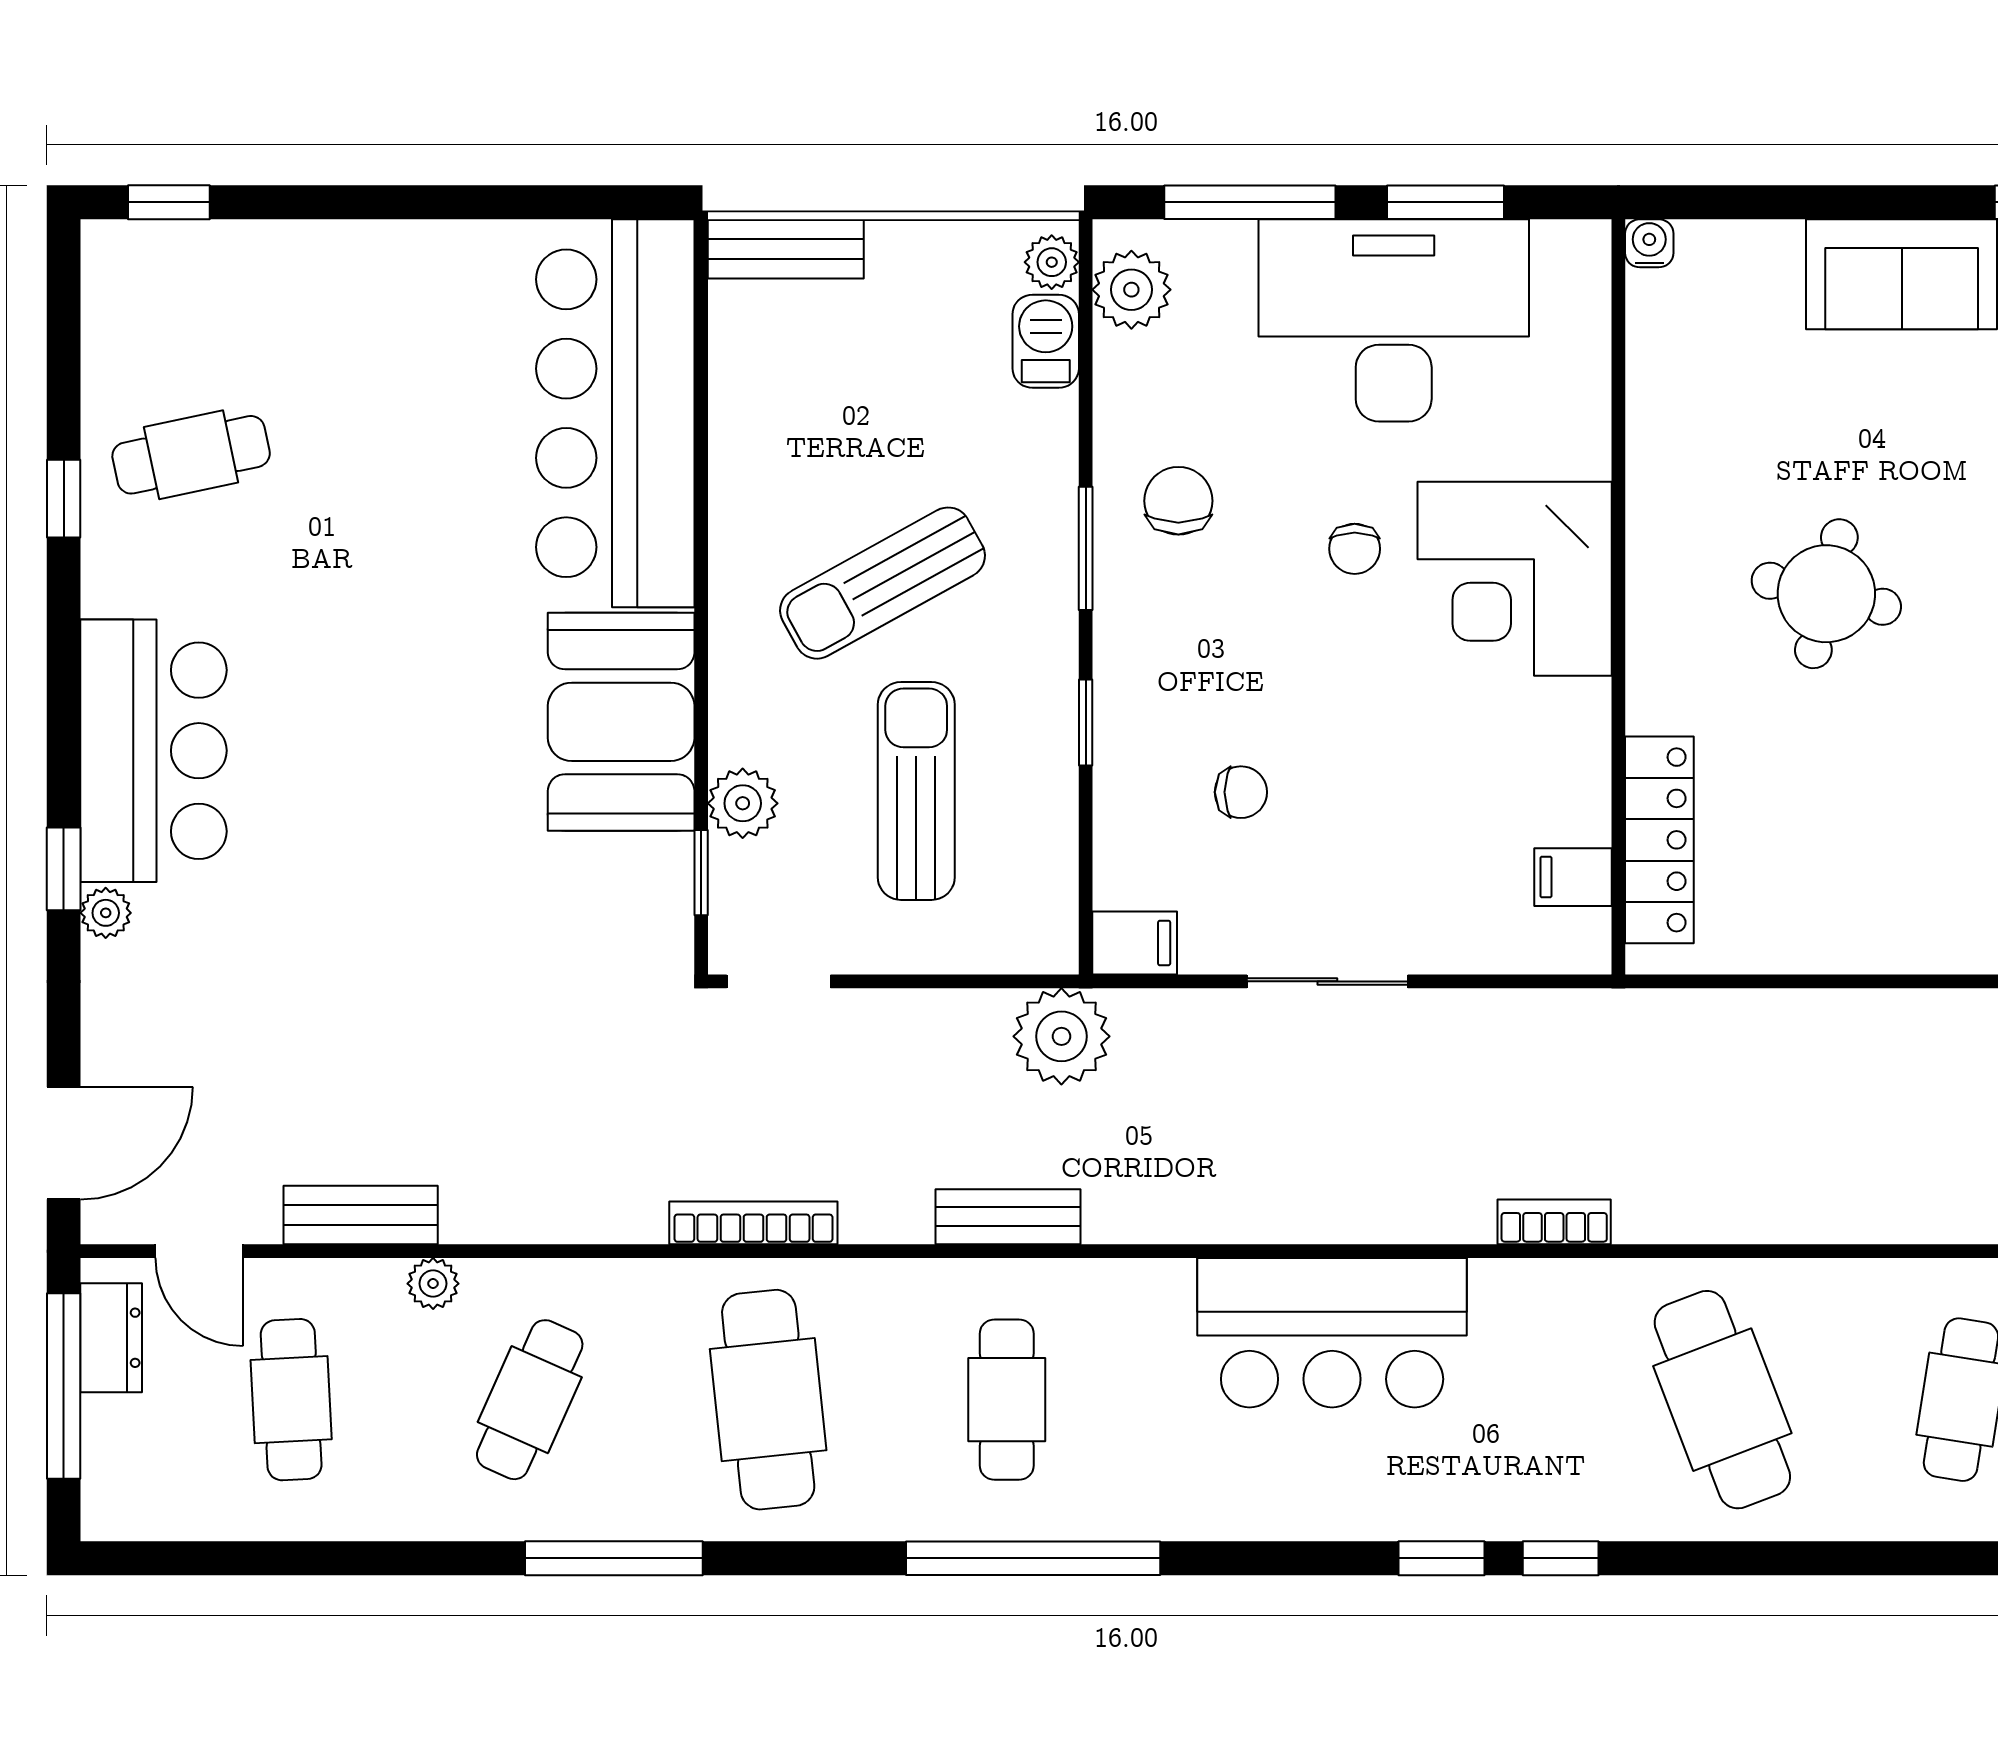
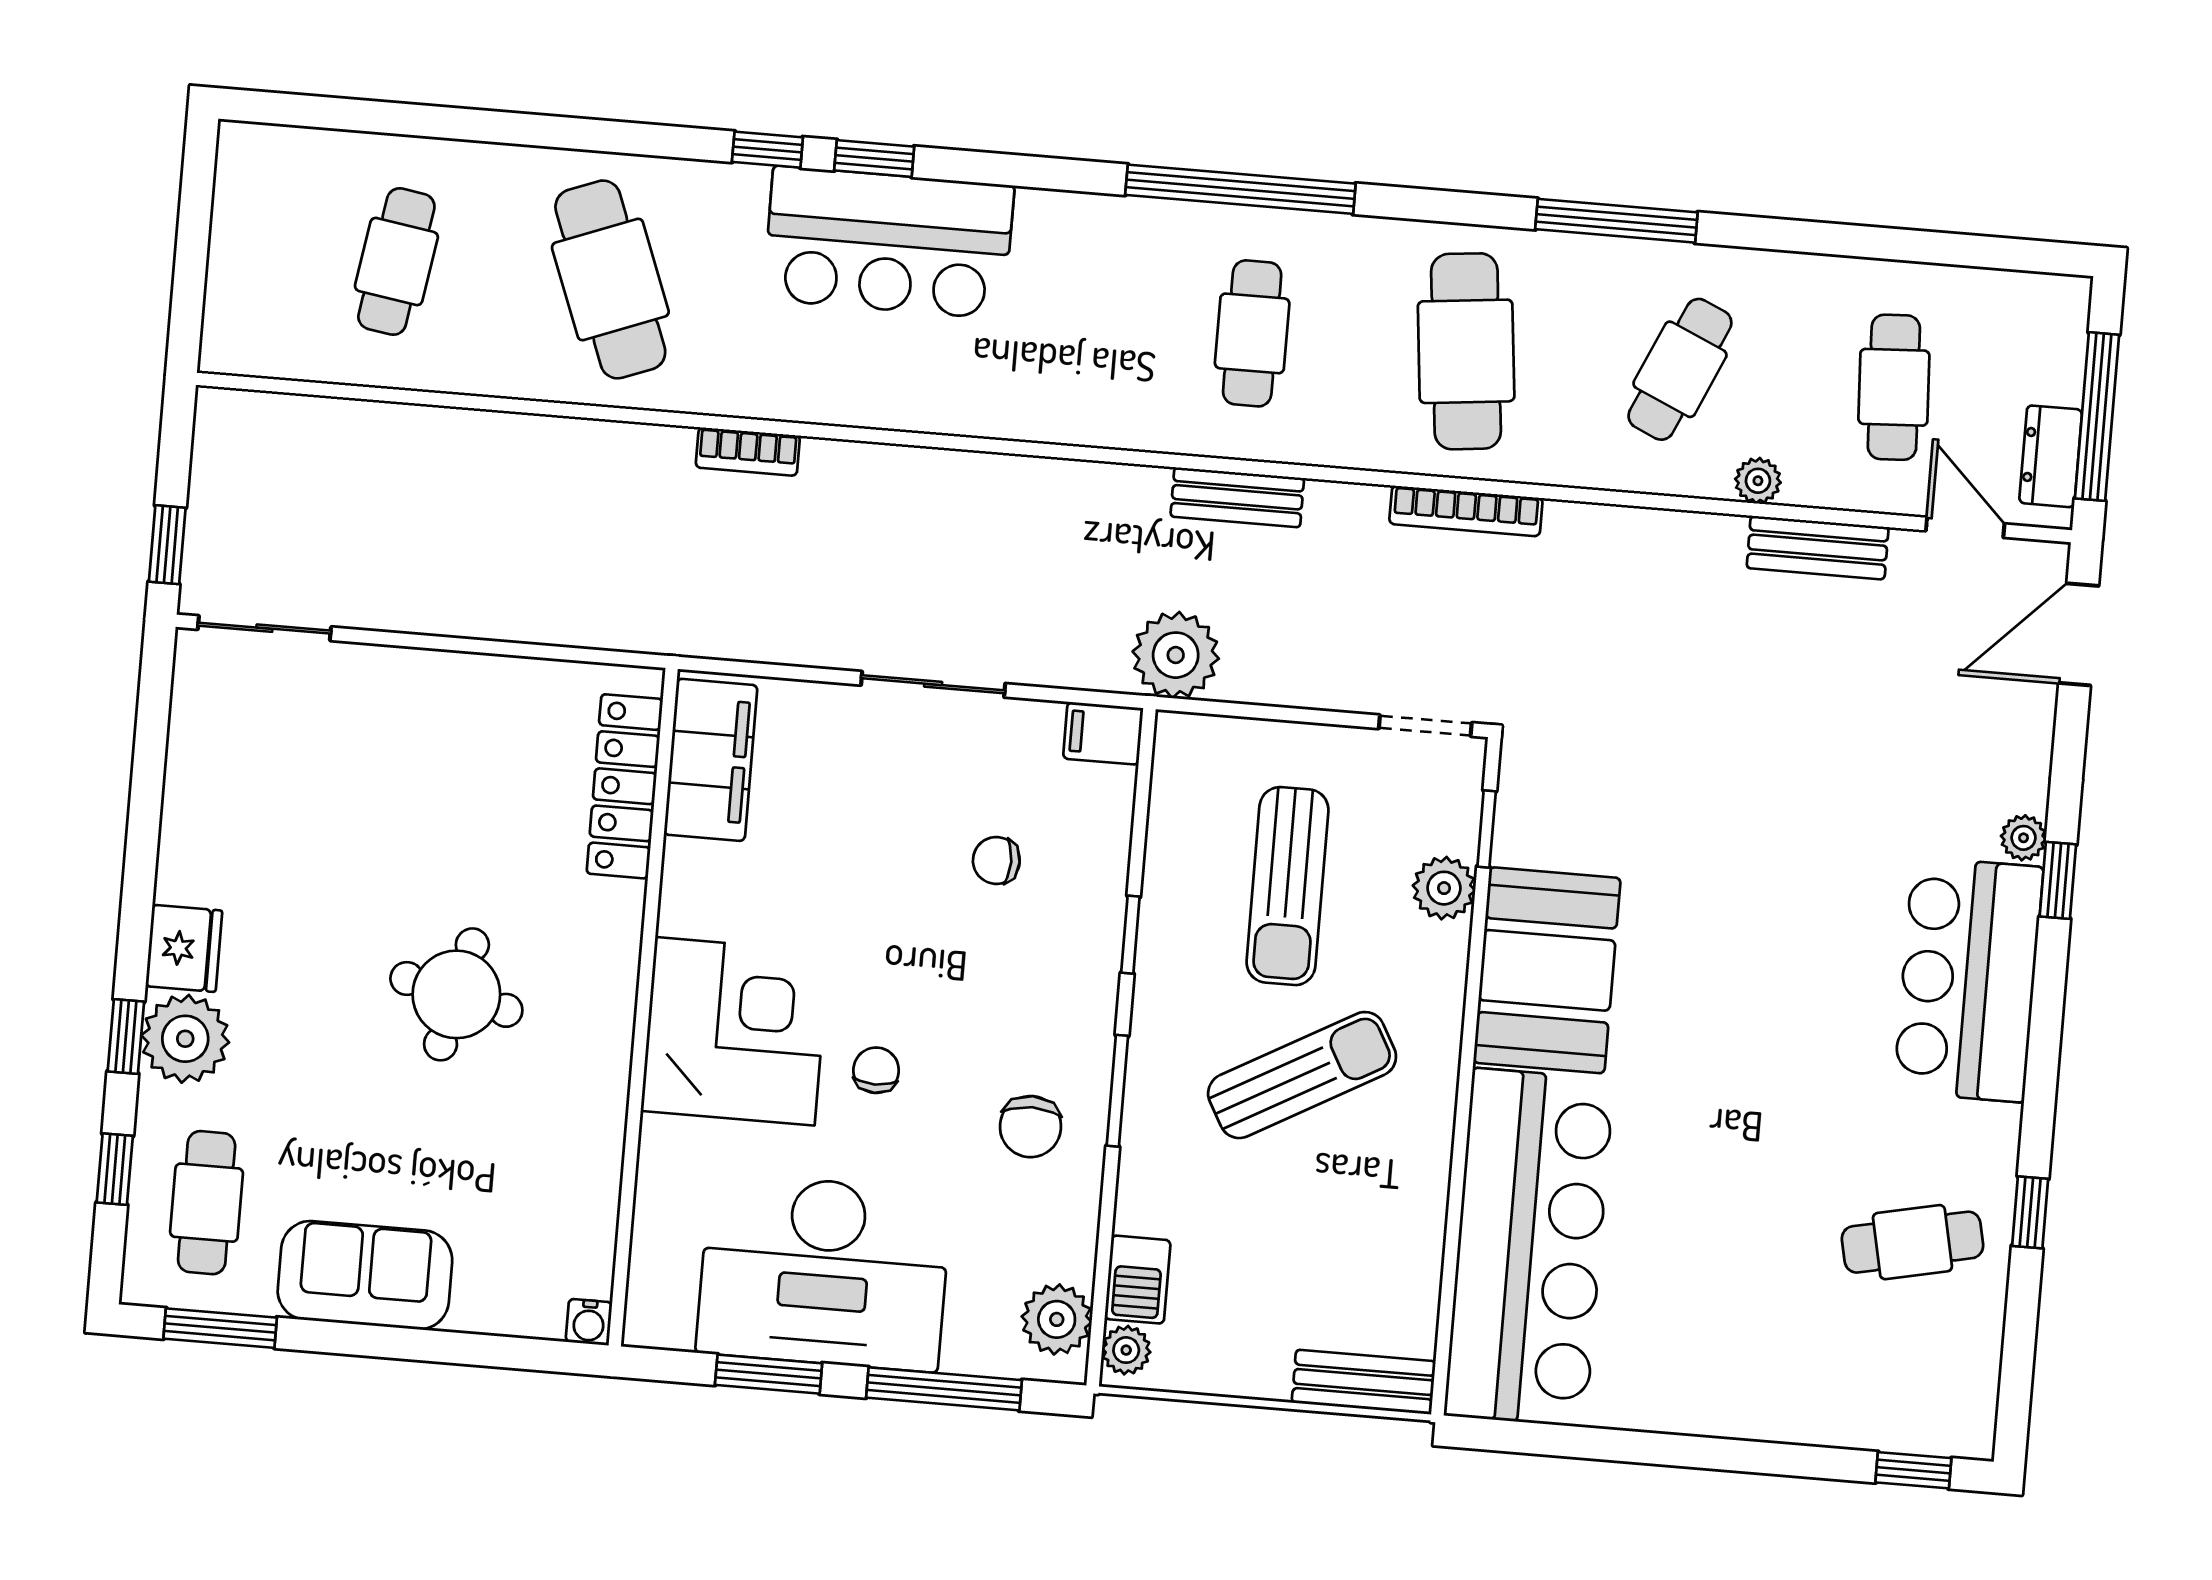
filing cabinet: (1573, 877) -> (711, 760), width x3.00, depth x1.17
bar counter: (1332, 1333) -> (888, 242), moved, turned 180

